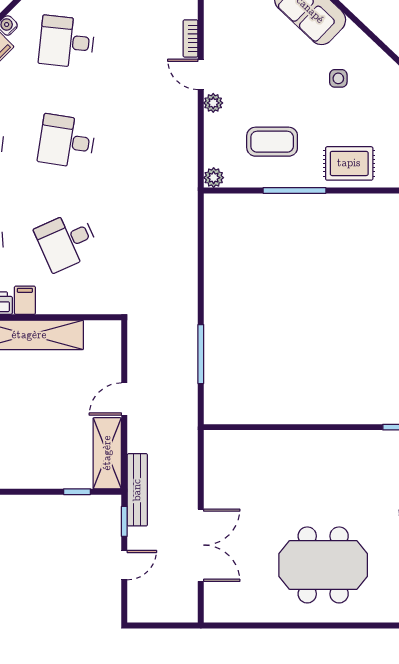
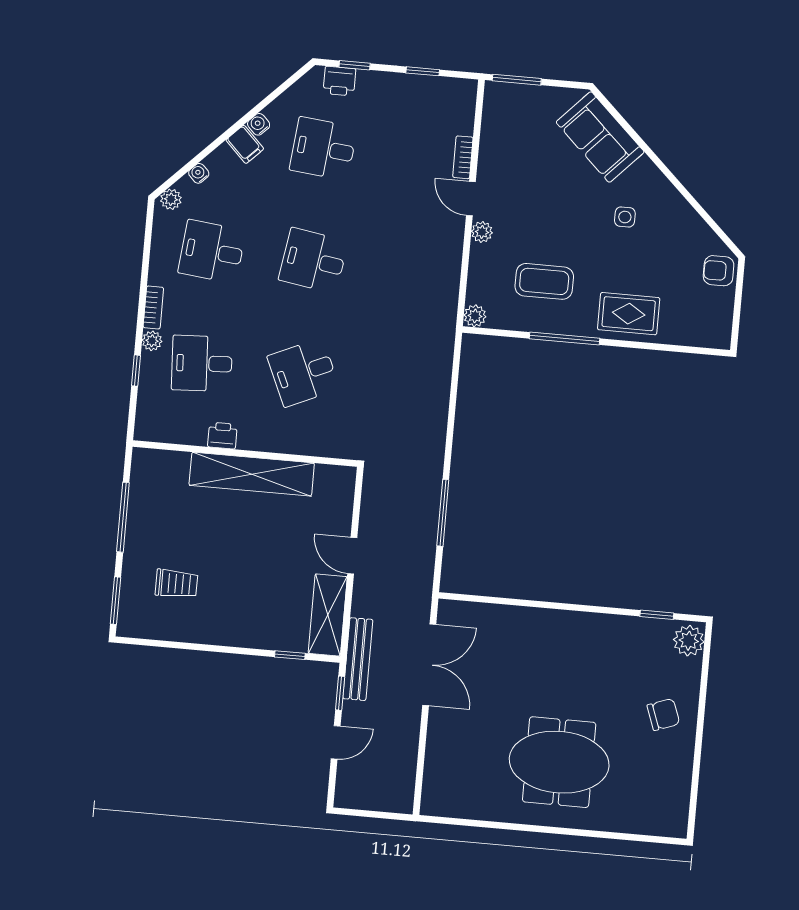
filing cabinet: (25, 300) -> (251, 435), removed
door: (124, 399) -> (352, 556), hinge flipped
double door: (201, 545) -> (429, 665), moved

